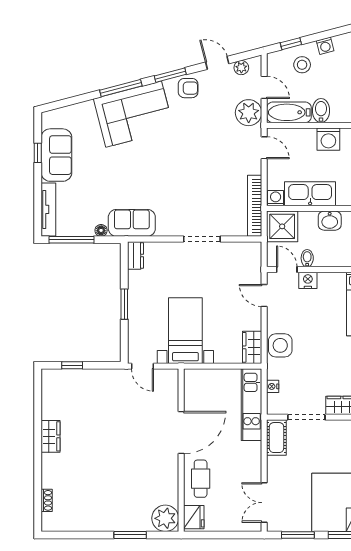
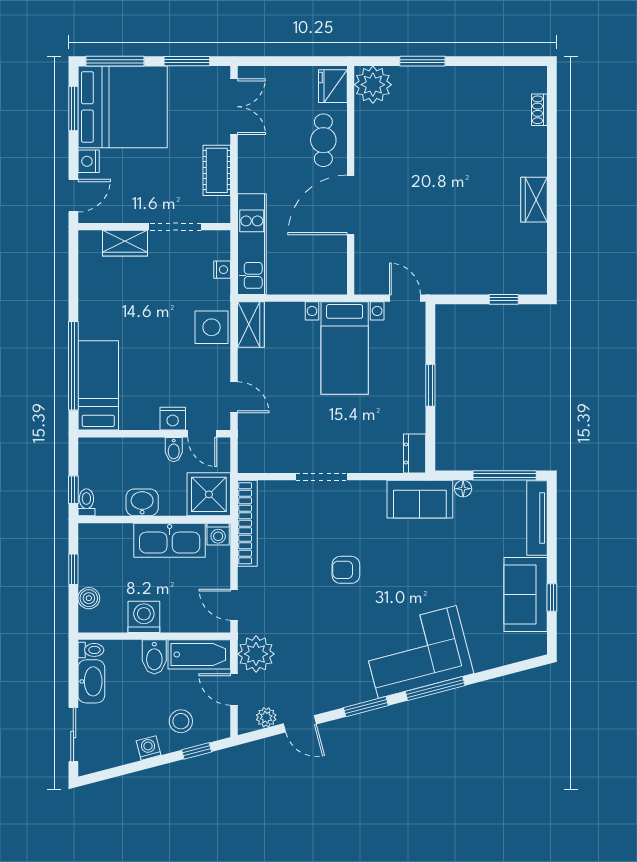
armchair: (188, 88) -> (346, 570), moved
cot: (276, 438) -> (217, 170), moved

